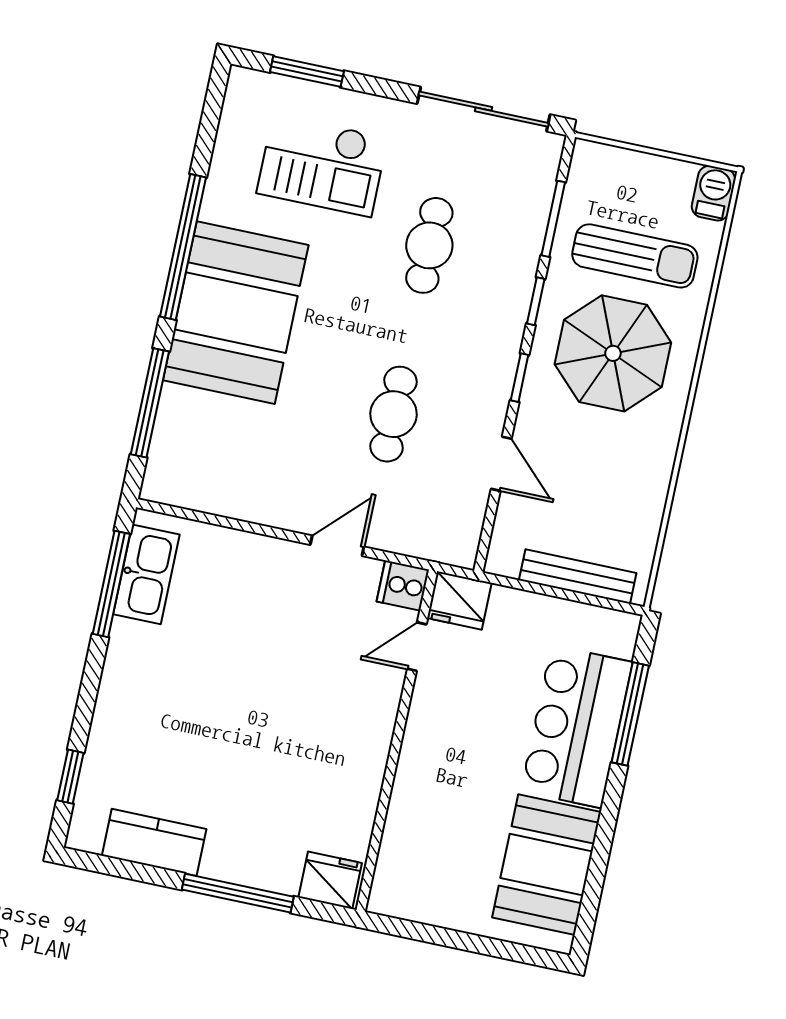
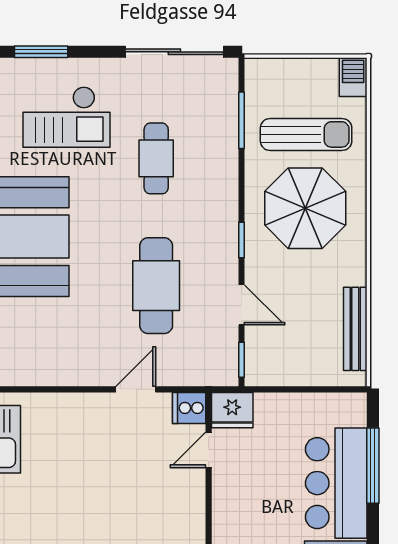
window: (536, 301) -> (242, 360), moved
cafe table: (394, 414) -> (156, 286), width x1.37, depth x1.35
bench: (578, 577) -> (355, 329), moved, turned 90

